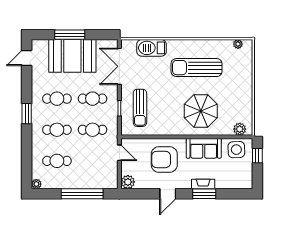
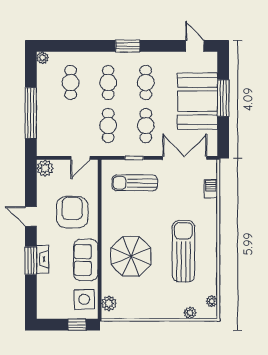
barbecue: (152, 48) -> (211, 189), width x0.53, depth x0.65
plant: (247, 62) -> (190, 313), added

